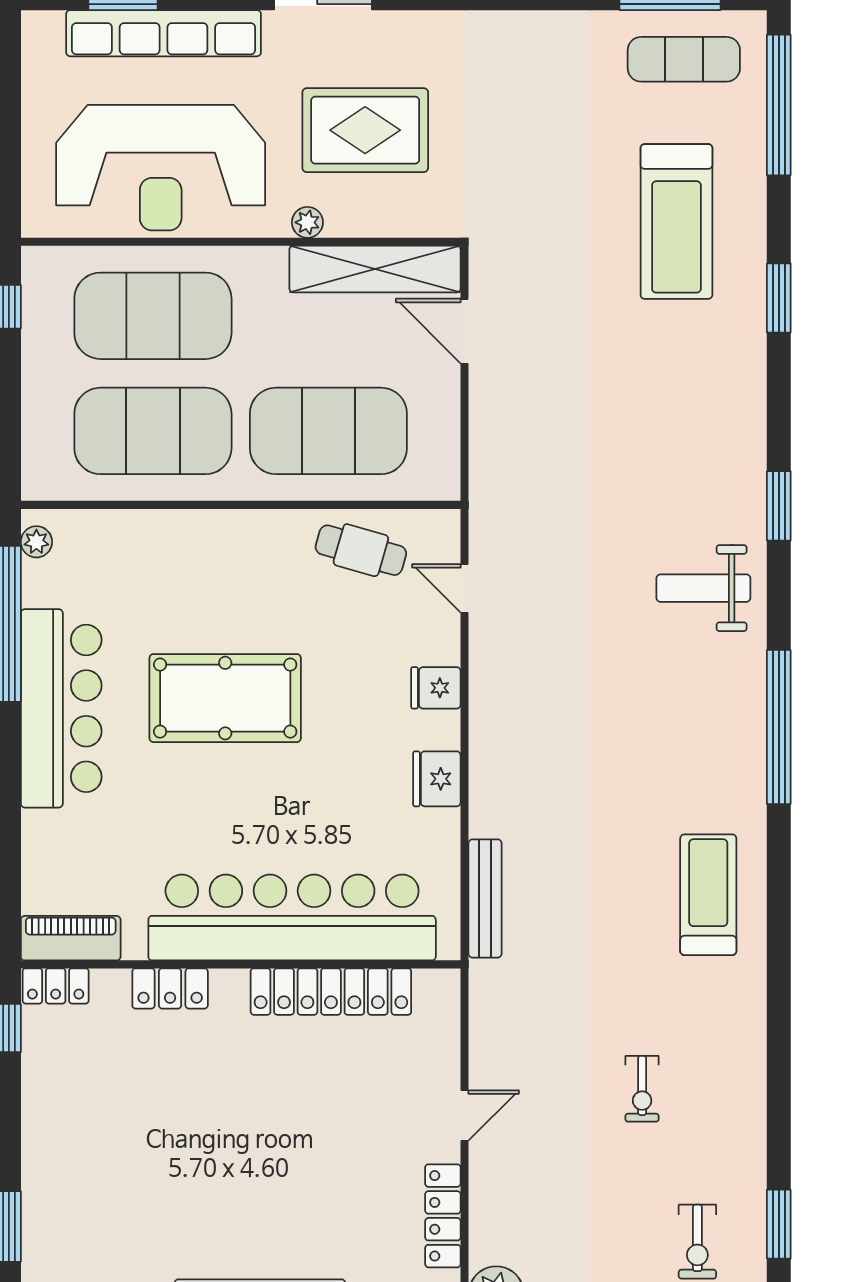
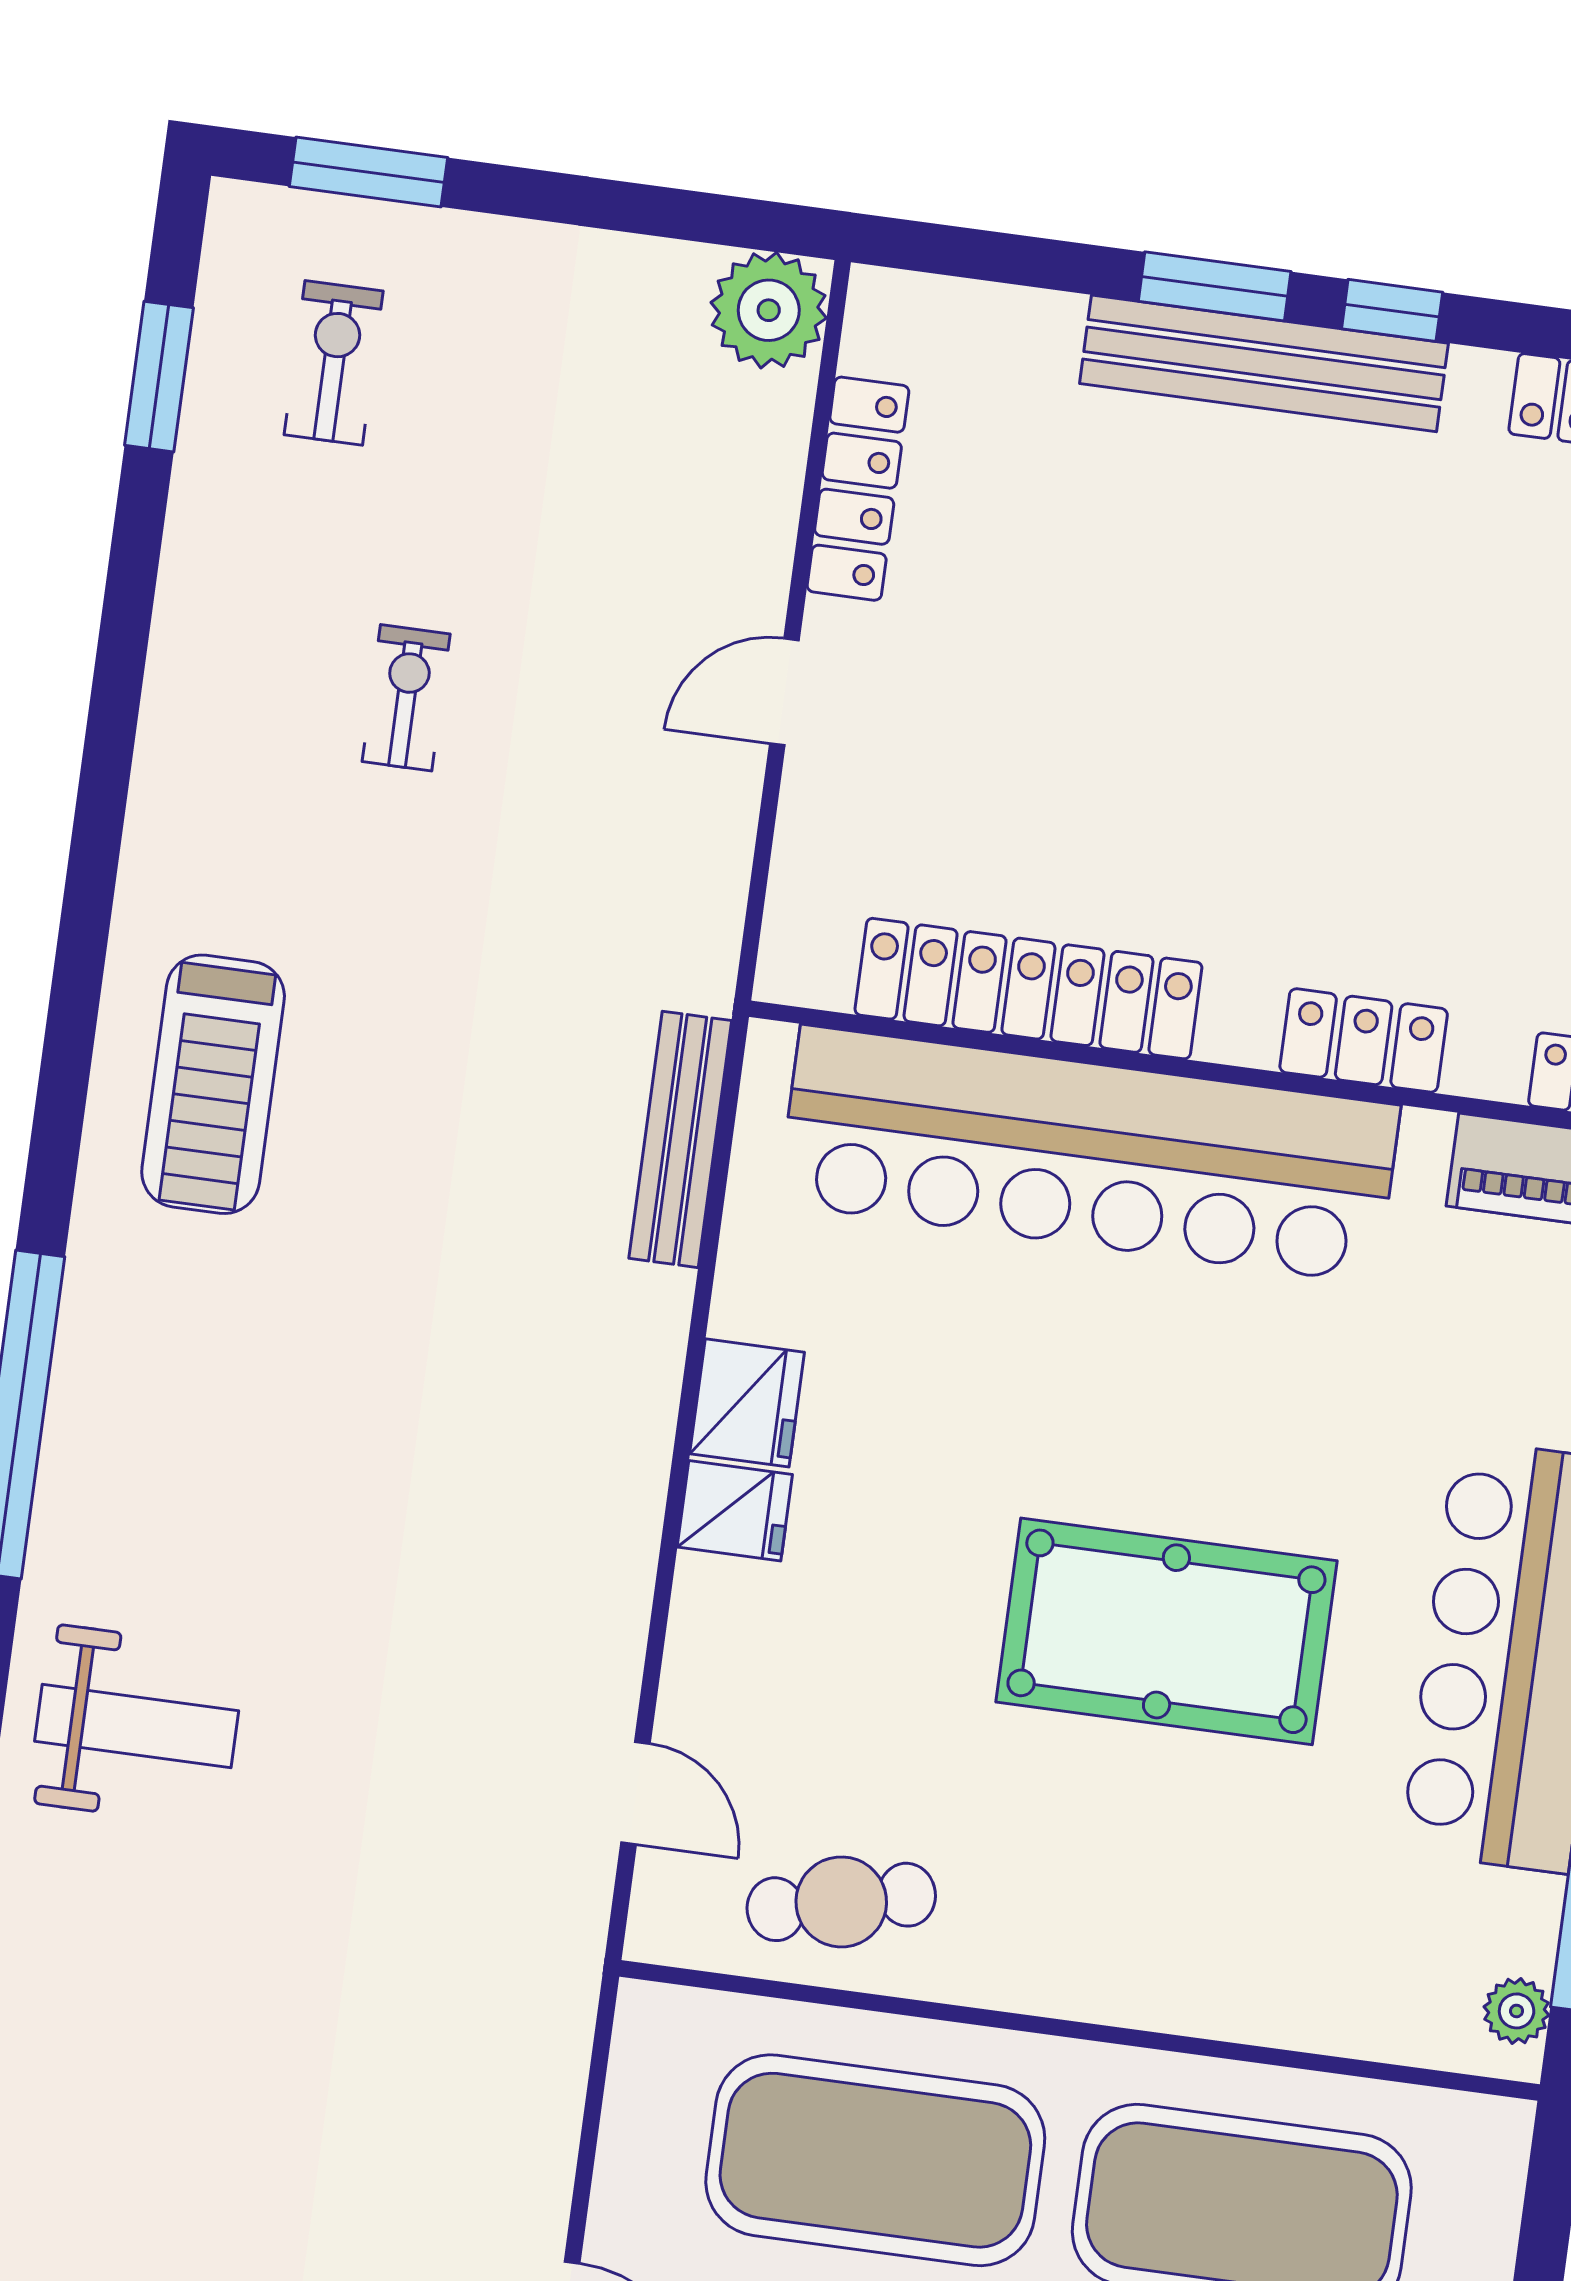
cafe table: (361, 550) -> (841, 1902), turned -30
fridge: (436, 688) -> (735, 1511), moved

